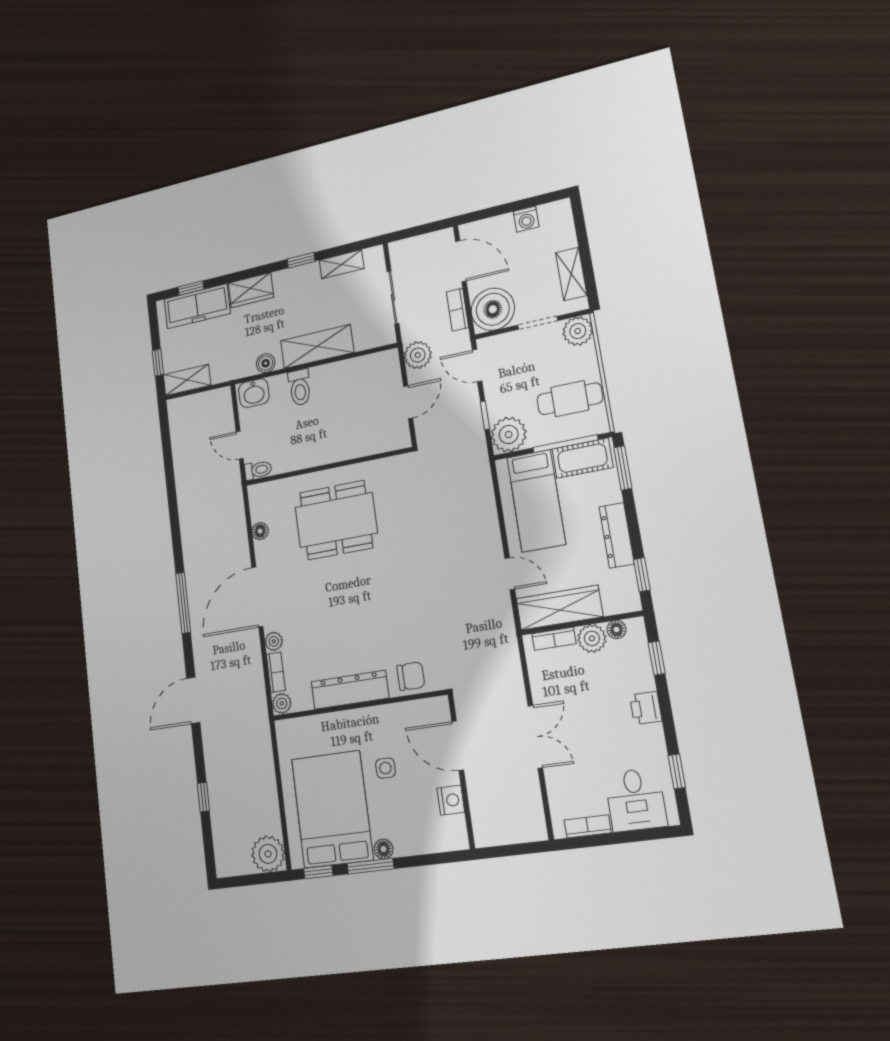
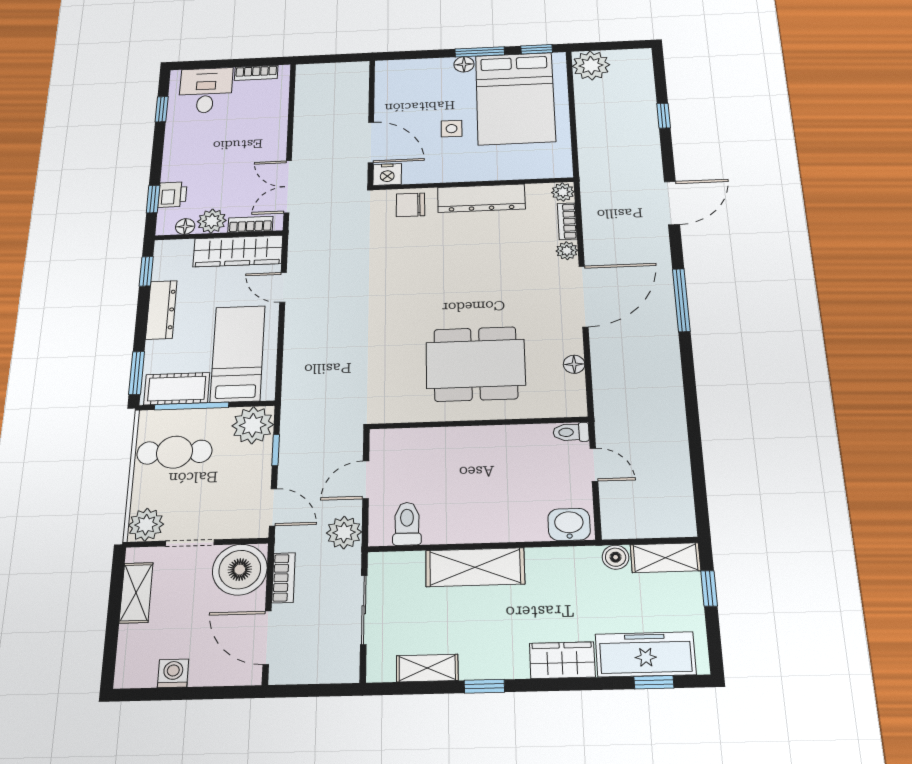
boiler: (266, 363) -> (616, 557), moved
toilet: (300, 387) -> (407, 524), moved
printer: (646, 708) -> (172, 195), moved
double door: (535, 737) -> (288, 187), moved
nightstand: (451, 800) -> (387, 174), moved, turned -90

